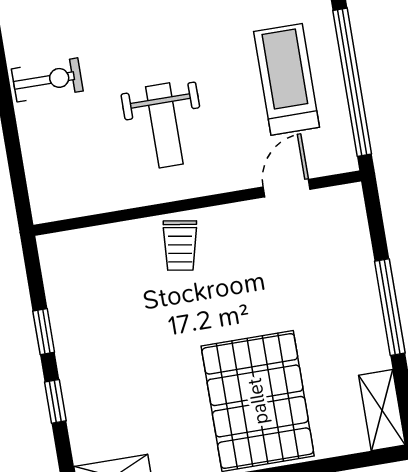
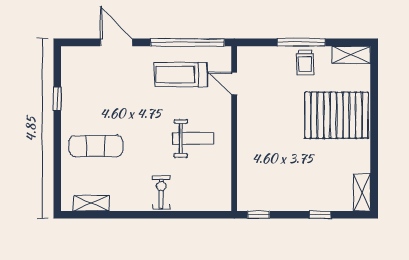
trolley: (180, 245) -> (305, 63), moved, turned 81
window: (44, 332) -> (259, 215), moved

